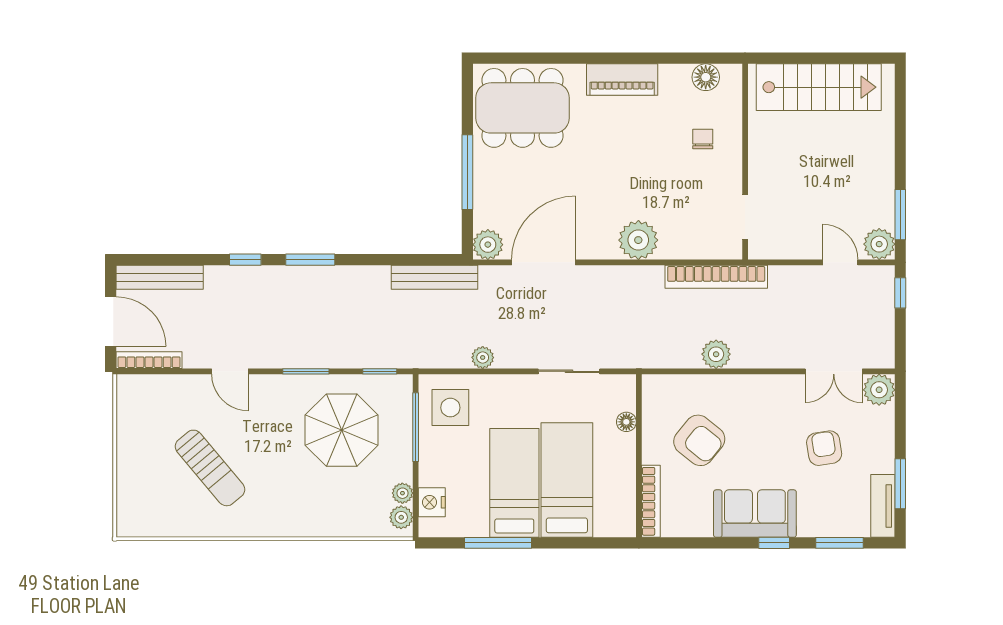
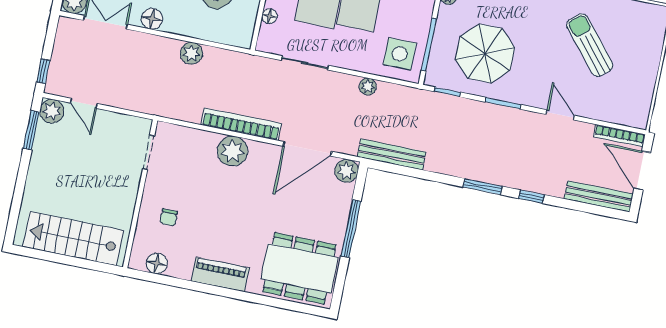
bookcase: (716, 277) -> (241, 124), moved
floor lamp: (775, 388) -> (152, 19), added

